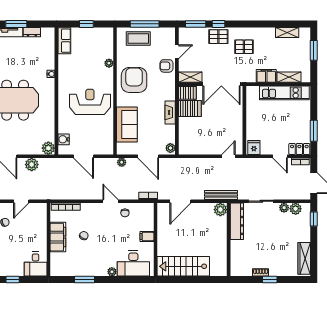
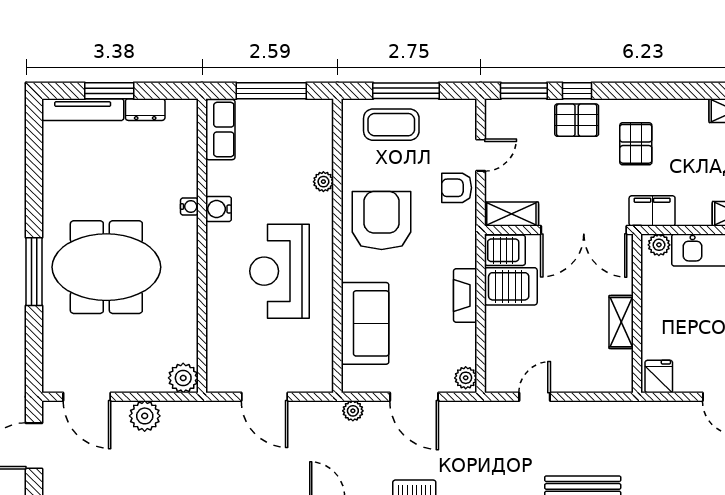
window: (86, 24) -> (271, 91), width x2.17
pallet: (244, 47) -> (636, 144), turned 90
filing cabinet: (266, 76) -> (652, 211), moved
plant: (254, 91) -> (659, 245), added
reception desk: (90, 102) -> (279, 271), turned -90
shelving: (238, 124) -> (621, 322), added
water cooler: (64, 139) -> (219, 209), moved
door: (228, 156) -> (535, 397), moved

